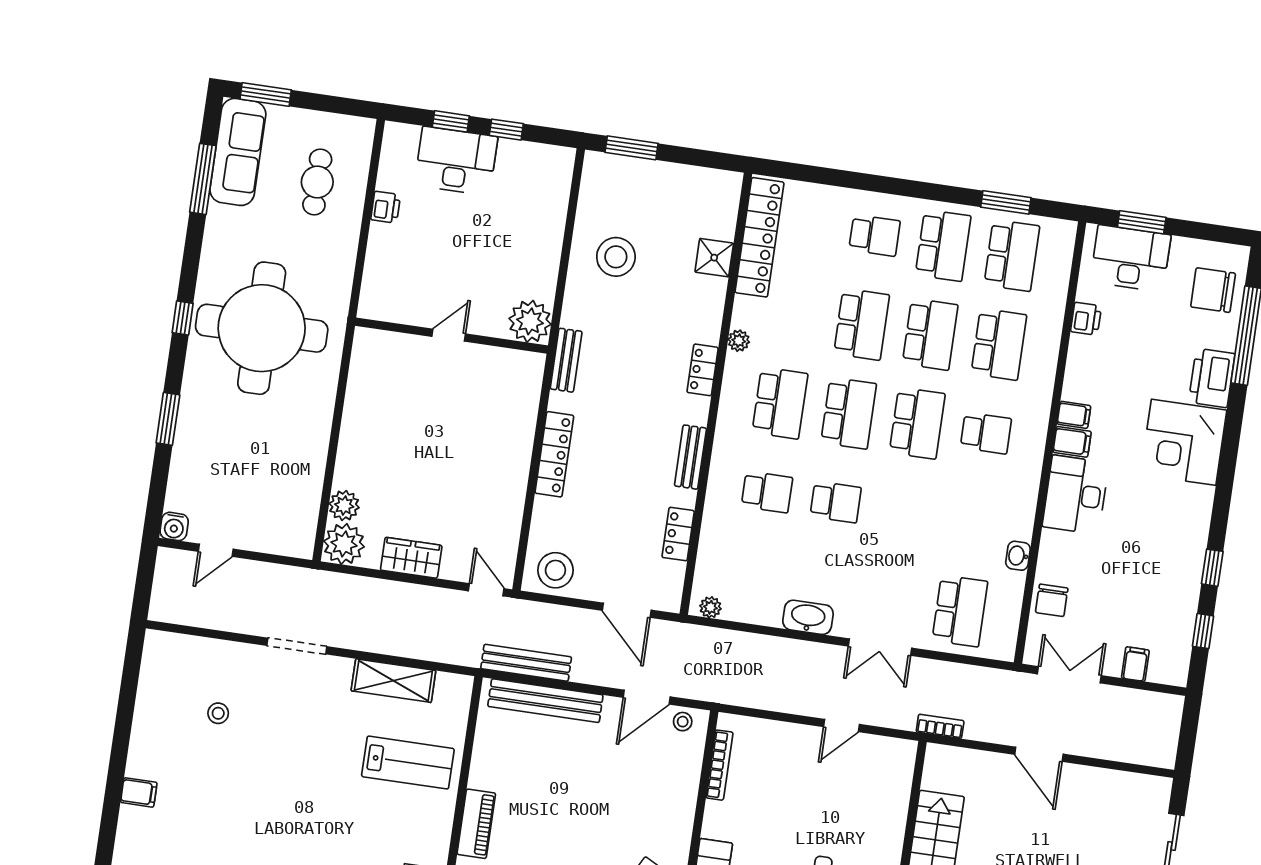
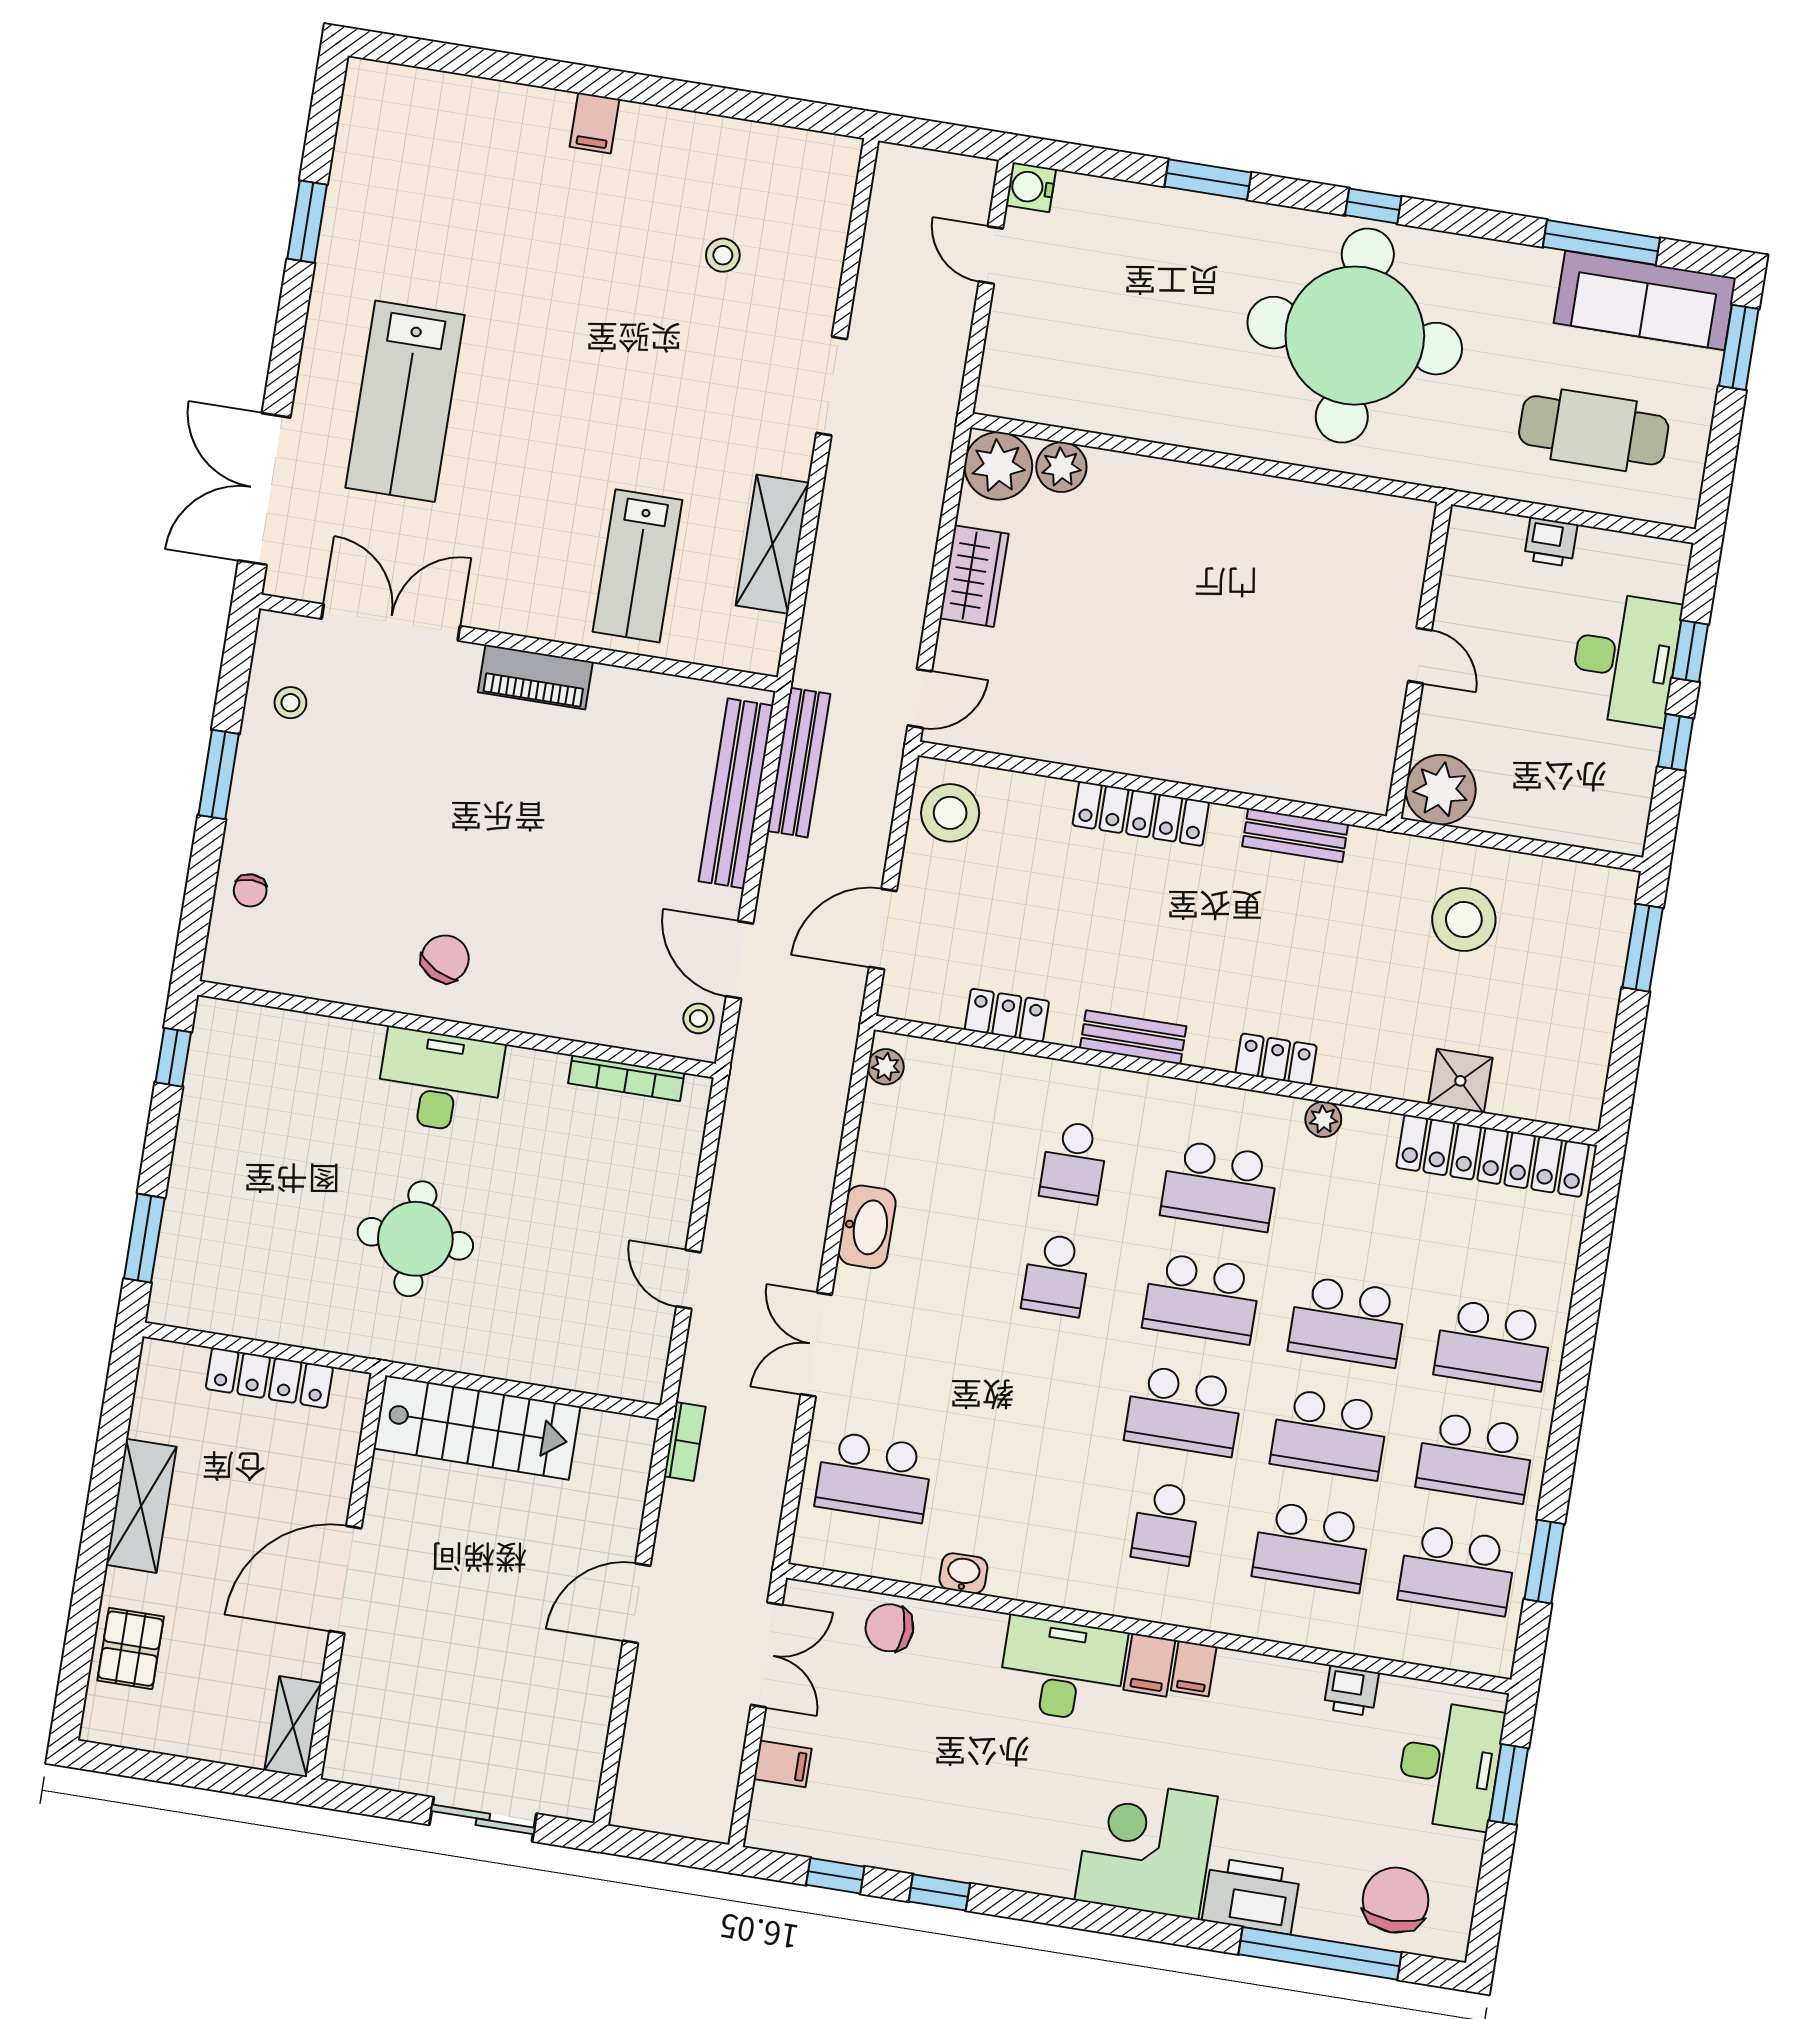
cafe table: (317, 182) -> (1594, 430), width x1.37, depth x1.35
school desk: (875, 235) -> (1493, 1345), width x1.85
plant: (530, 321) -> (1441, 790), moved
door: (449, 335) -> (1420, 656), moved
wall: (451, 336) -> (1419, 660), moved

